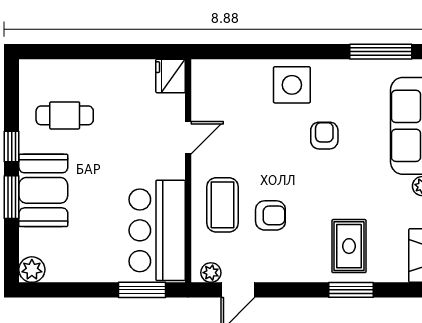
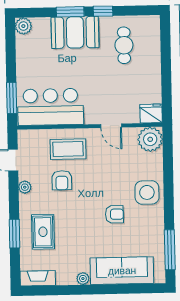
plant: (210, 78) -> (150, 139), added
rug: (349, 246) -> (43, 232), turned 90
plant: (211, 273) -> (25, 187), moved

